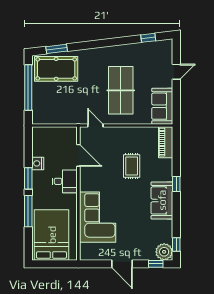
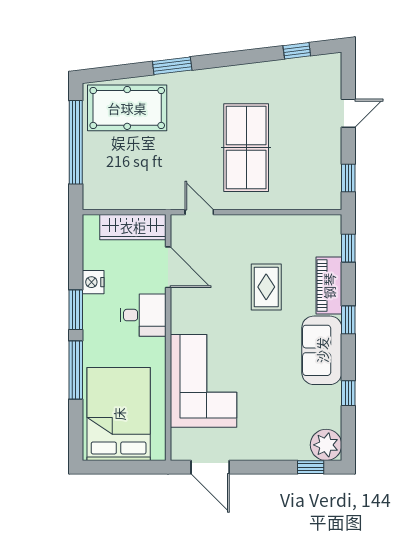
window: (57, 49) -> (172, 66), moved
sofa: (162, 106) -> (322, 177), removed
window: (176, 107) -> (348, 178), added
wardrobe: (59, 134) -> (133, 227), added
piano: (166, 142) -> (329, 286), moved
window: (176, 145) -> (348, 248), added
window: (176, 245) -> (348, 393), moved
door: (122, 264) -> (210, 467), moved

